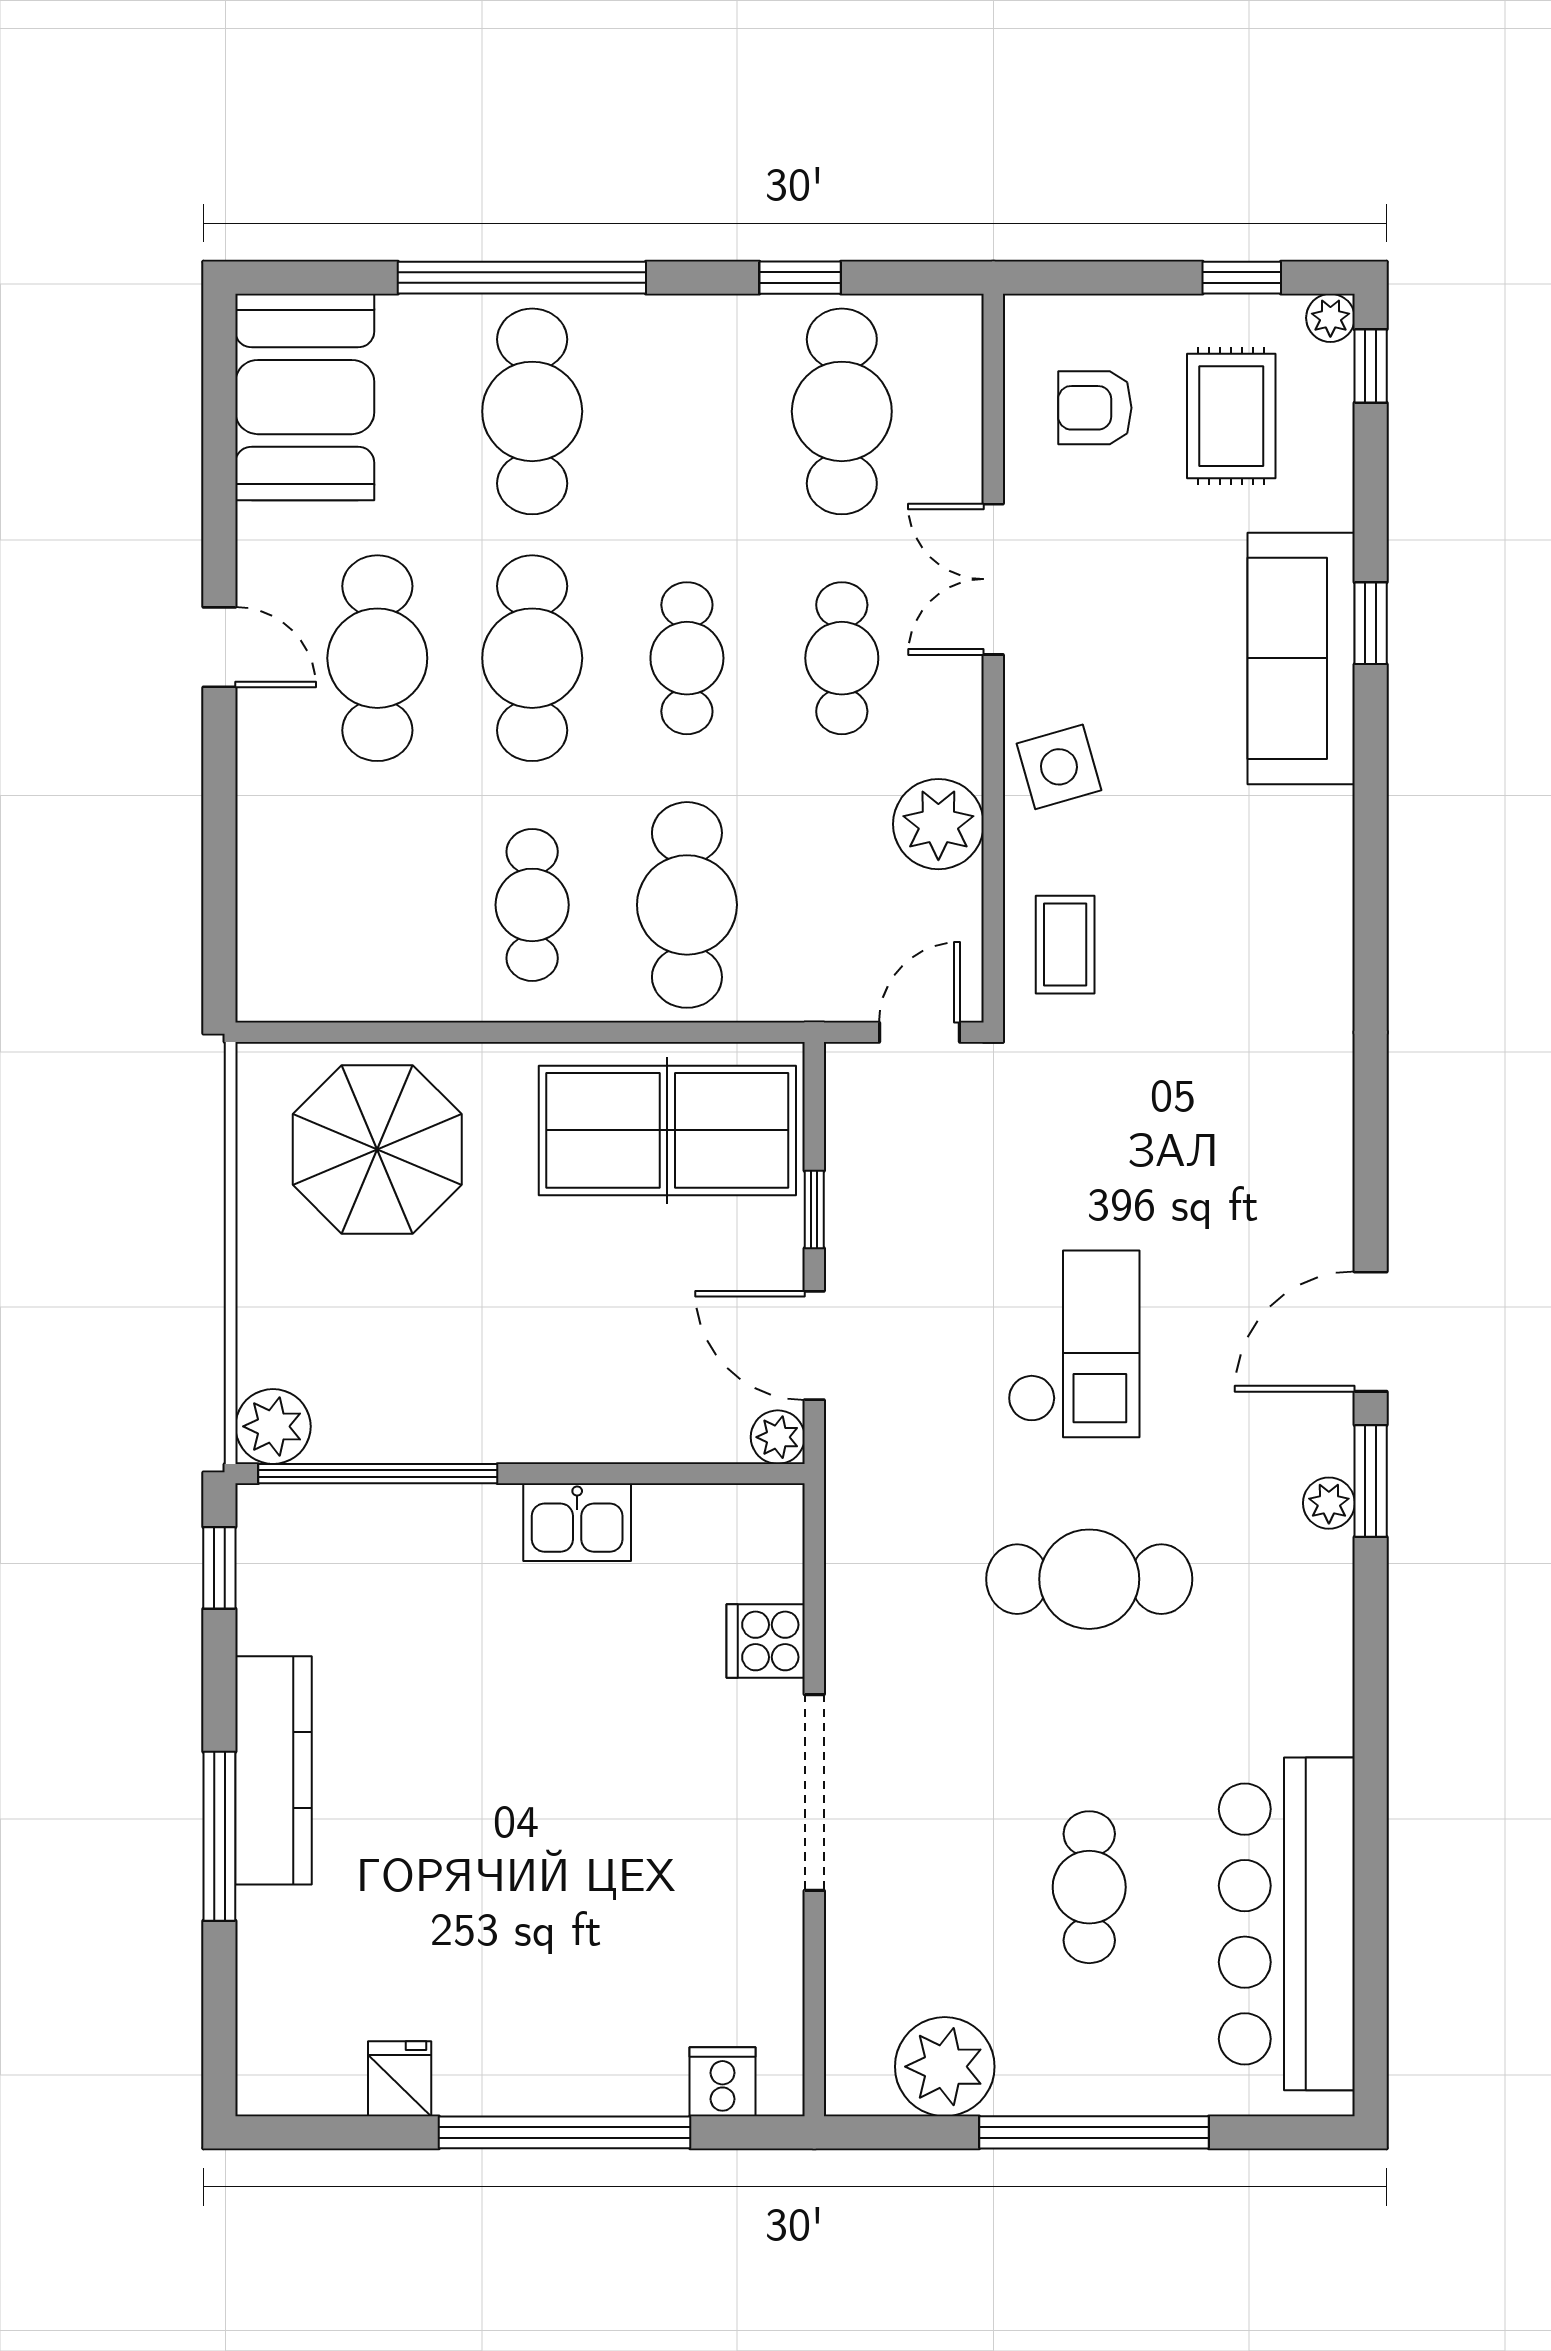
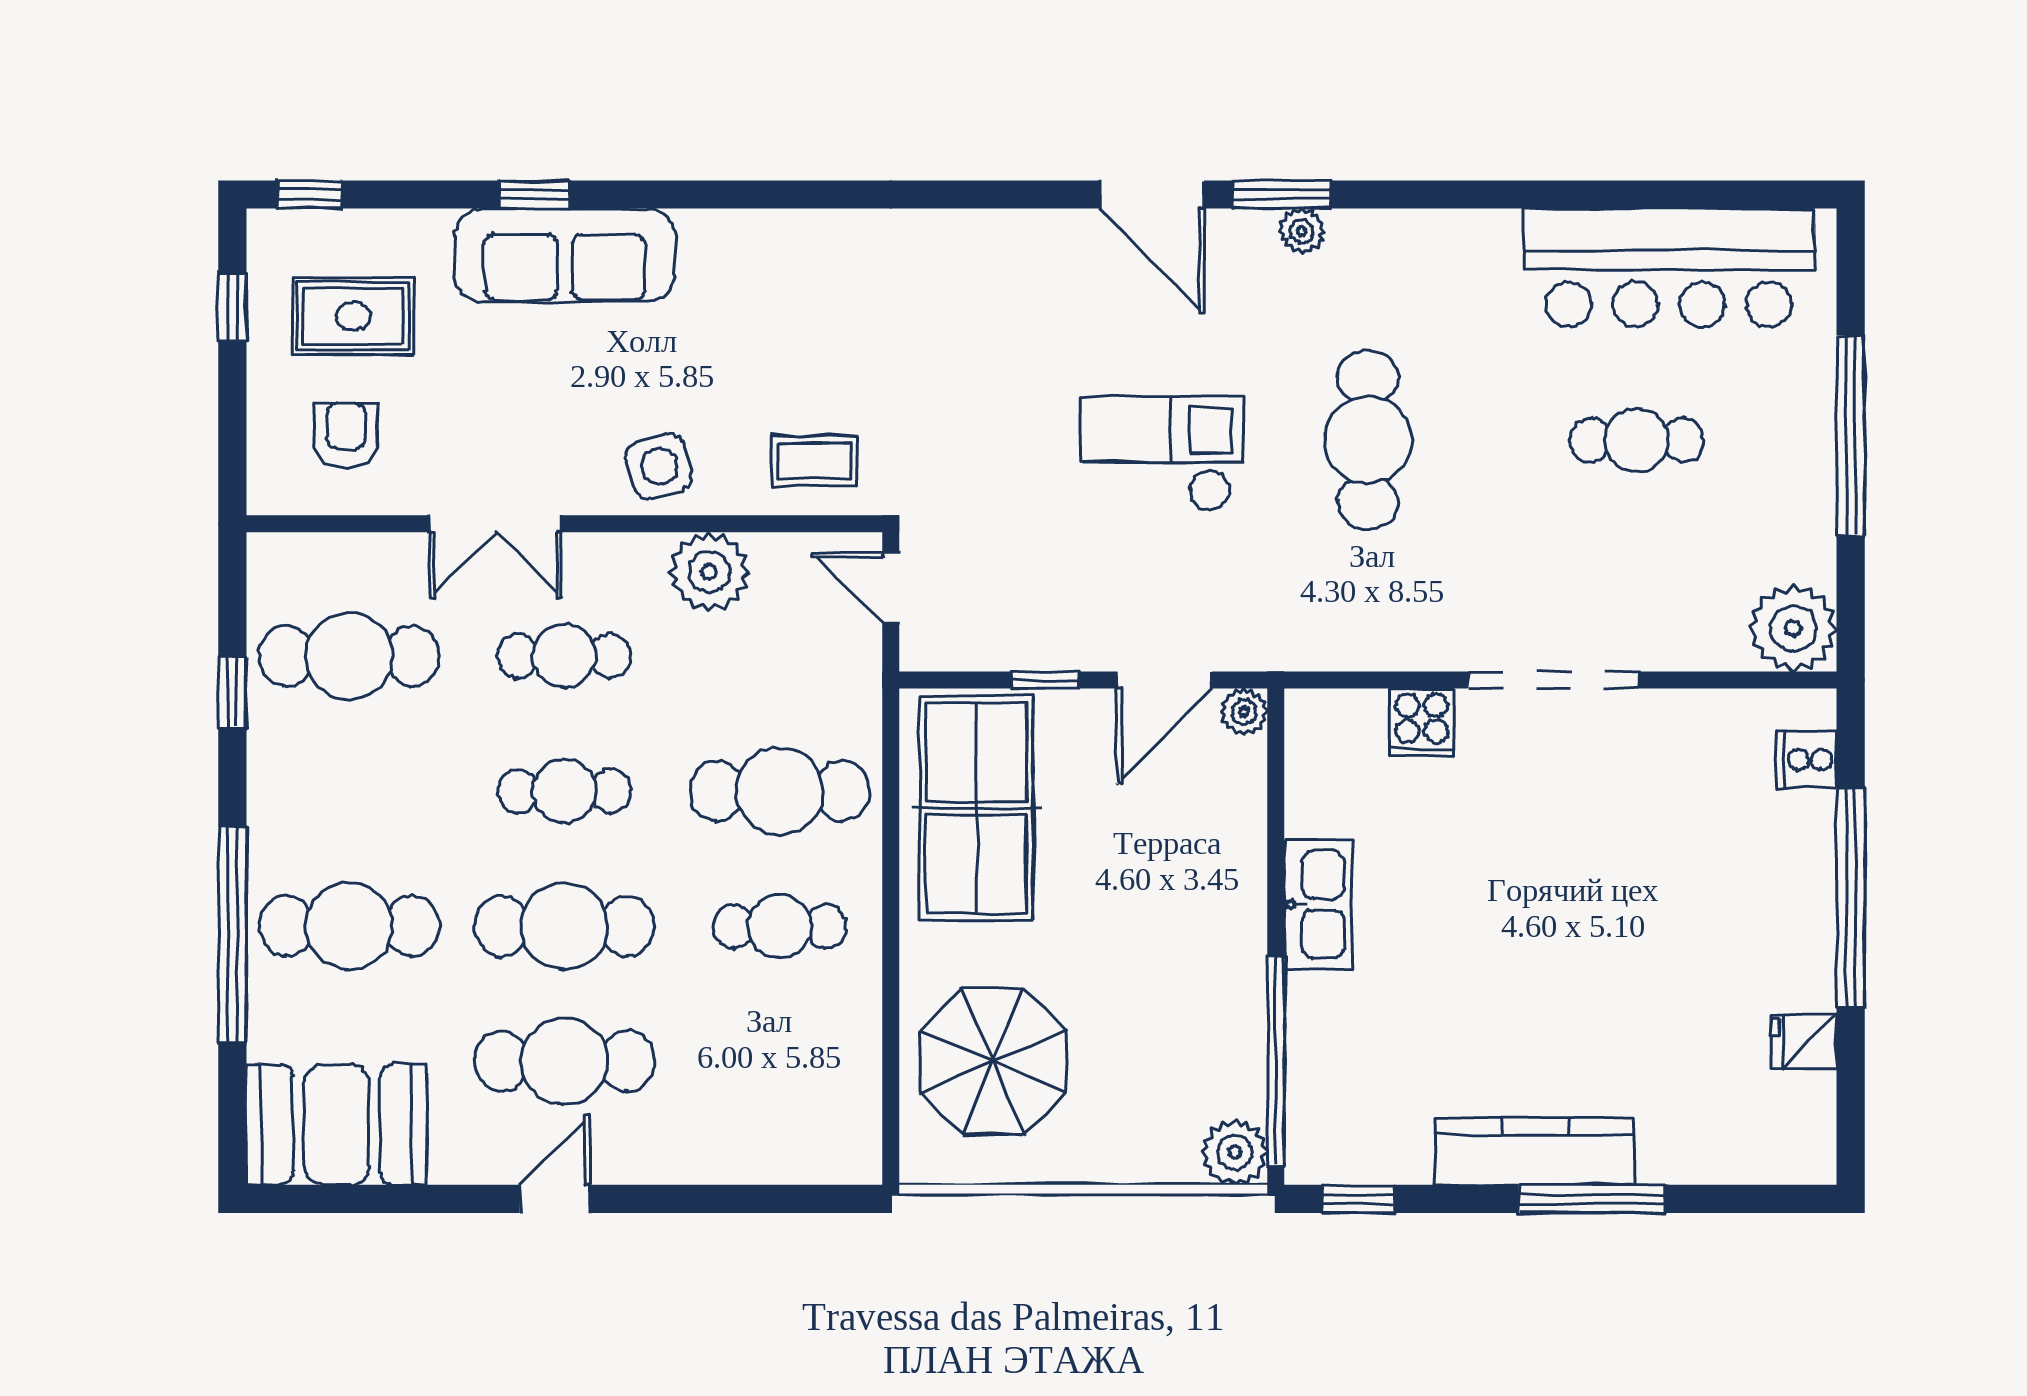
plant: (1330, 318) -> (267, 230), removed
armchair: (1095, 408) -> (346, 435), turned 180
kitchen sink: (577, 1522) -> (1318, 904), width x1.38
plant: (945, 2067) -> (1793, 628), moved

